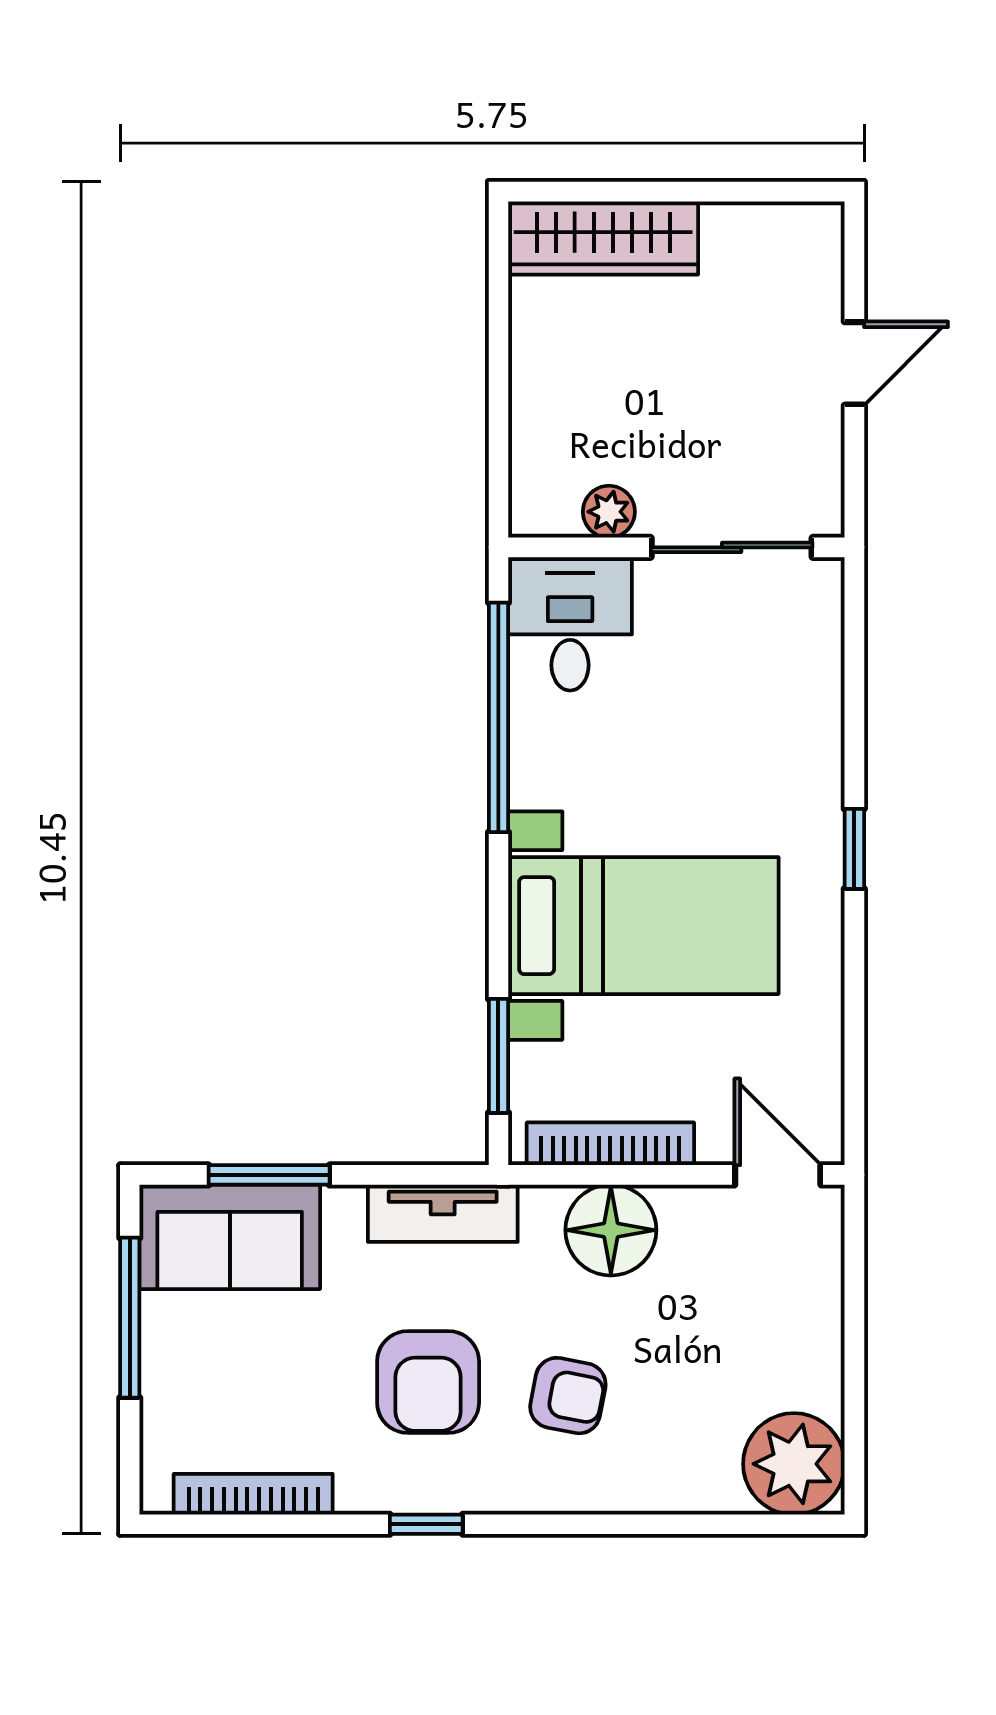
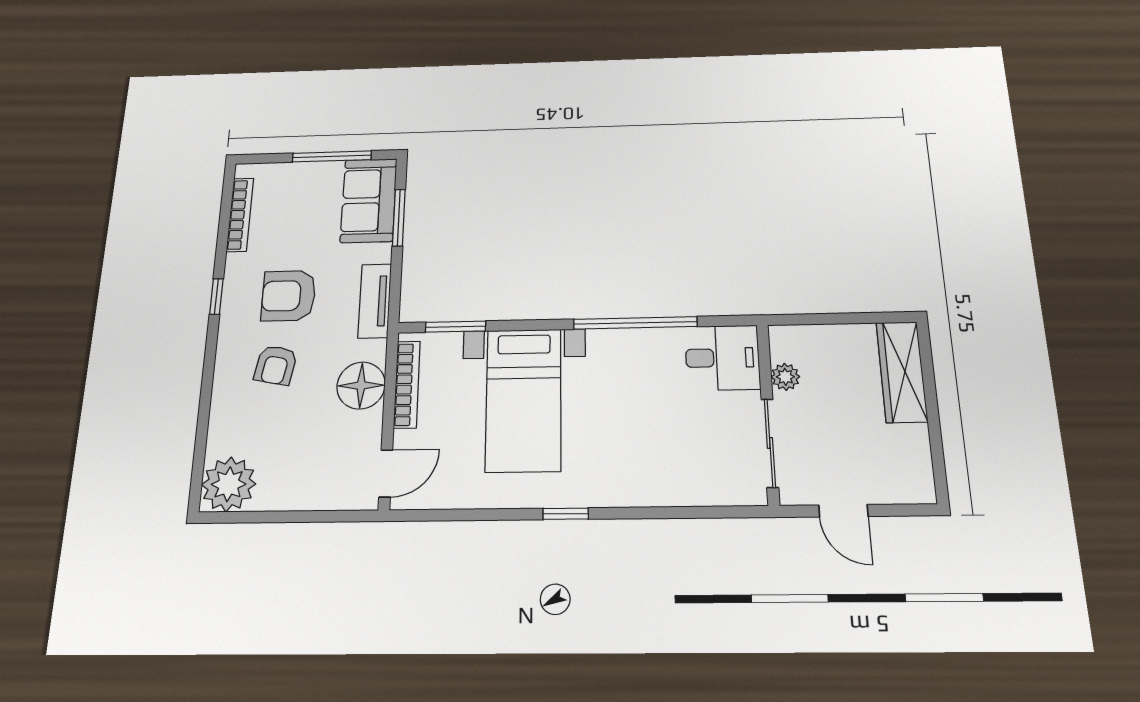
plant: (609, 512) -> (785, 377), moved
wall: (676, 547) -> (768, 413), moved
sliding door: (732, 547) -> (770, 443), moved
desk: (570, 624) -> (722, 358), moved

